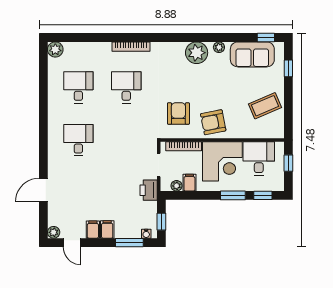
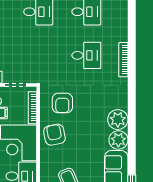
plant: (219, 47) -> (118, 140), width x1.88, depth x1.88
armchair: (178, 114) -> (62, 103), turned 90

